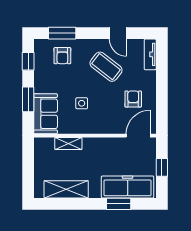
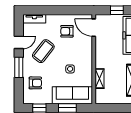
window: (62, 33) -> (19, 67), moved
sofa: (46, 114) -> (72, 95), width x1.36

